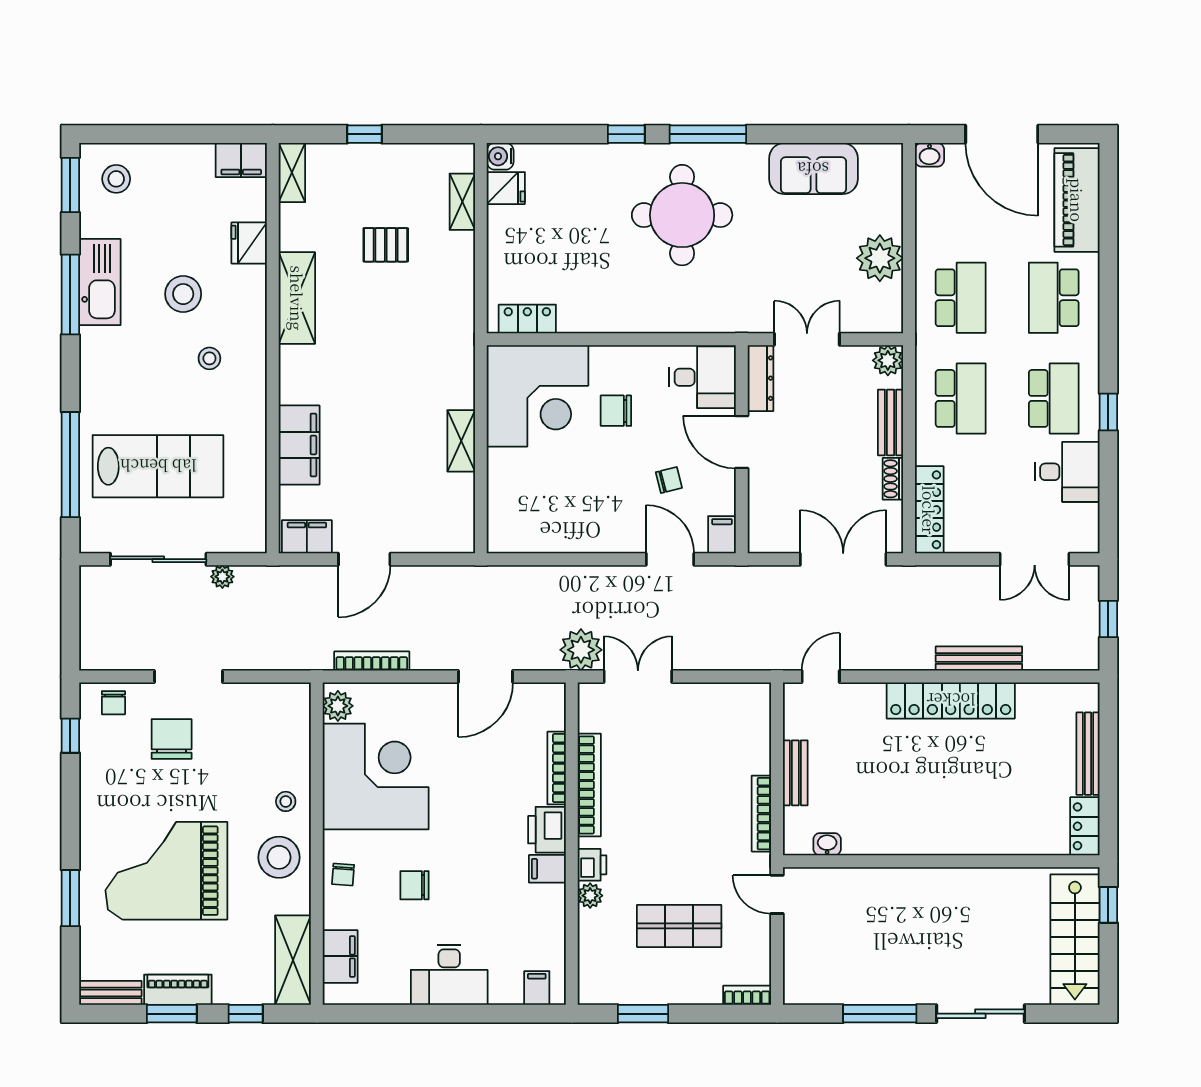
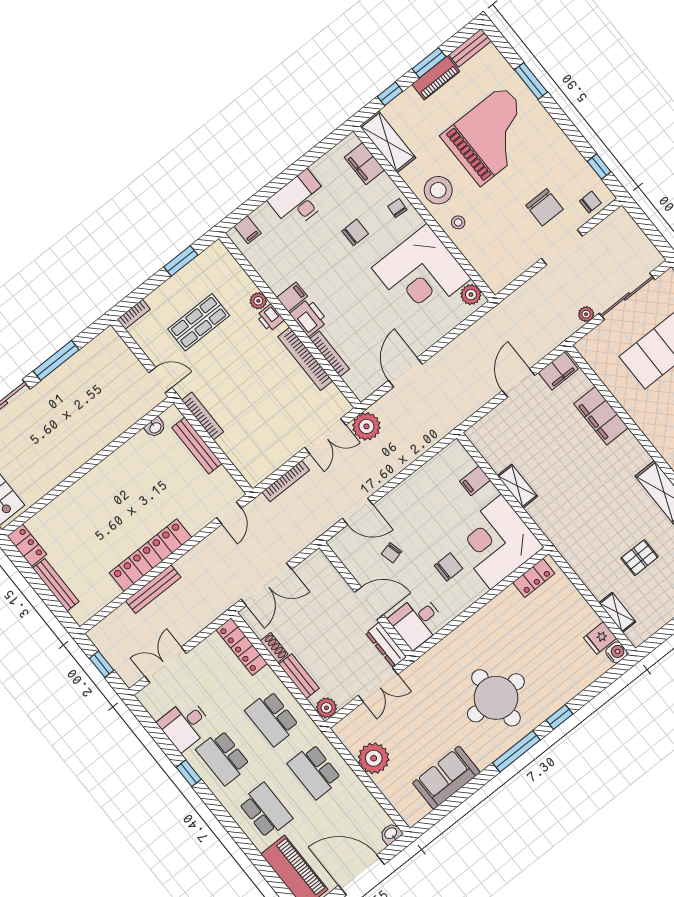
filing cabinet: (722, 535) -> (475, 481), moved, turned 90
bookcase: (372, 661) -> (286, 481), moved
chair: (113, 703) -> (590, 202), turned 90
bench: (795, 773) -> (197, 445), width x1.36

